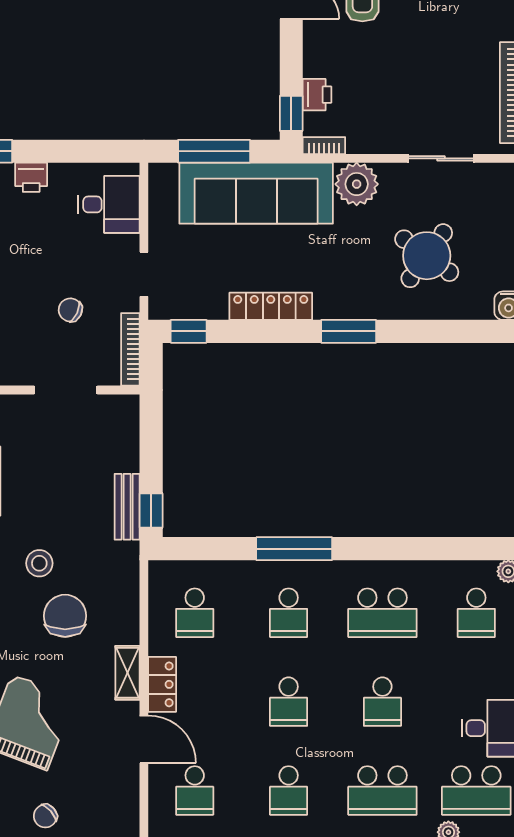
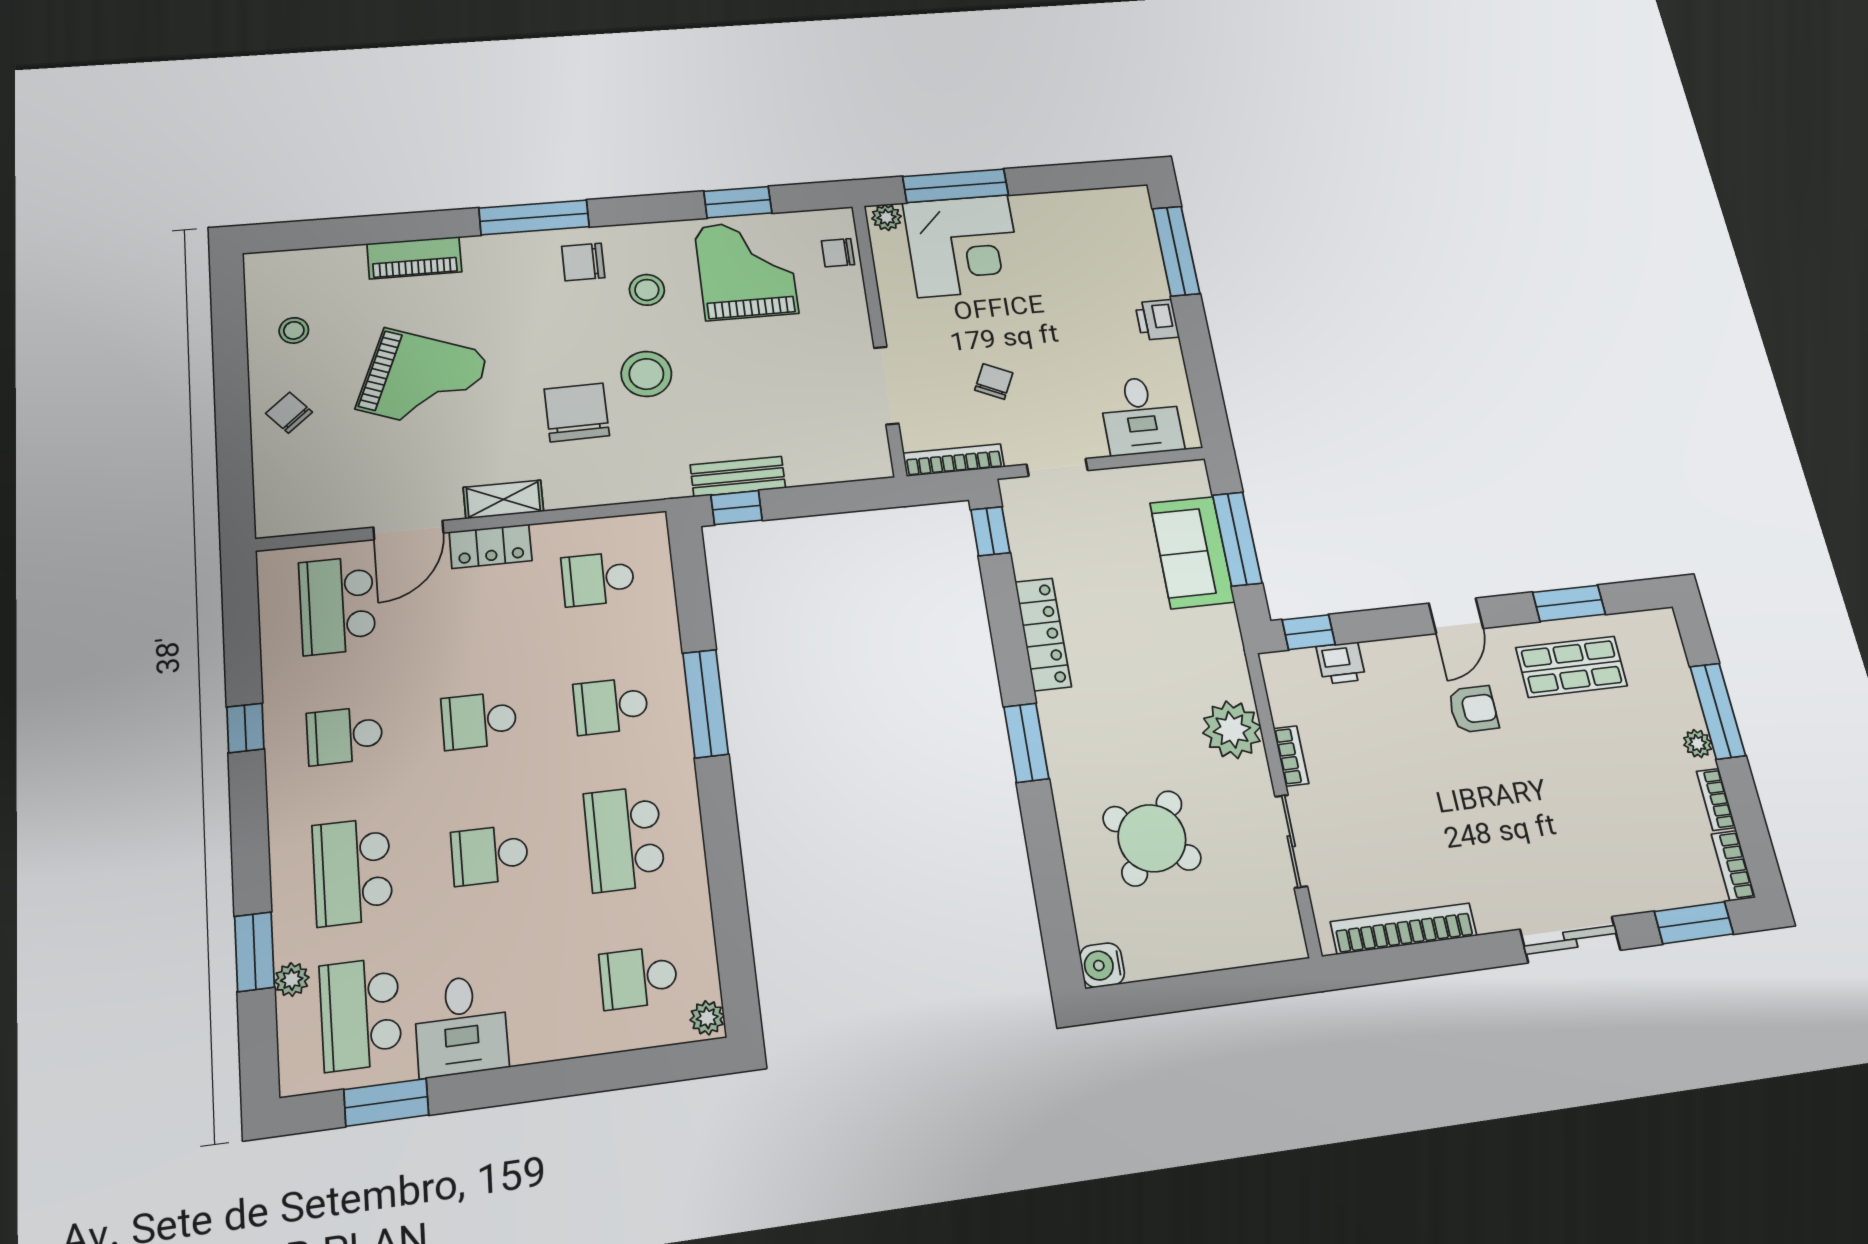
bookcase: (324, 146) -> (1291, 756), moved
sofa: (256, 193) -> (1192, 552), width x0.54, depth x0.79
stool: (39, 563) -> (646, 374), width x1.38, depth x1.38
chair: (65, 616) -> (577, 412), turned -91
school desk: (195, 791) -> (337, 605), width x1.85

